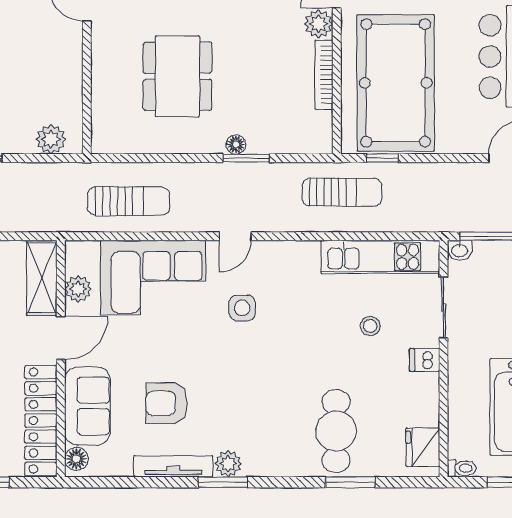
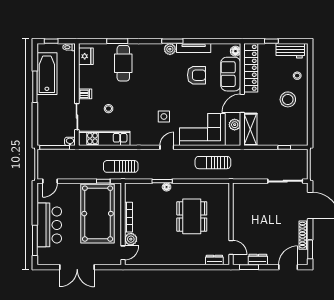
plant: (51, 139) -> (246, 189), removed

